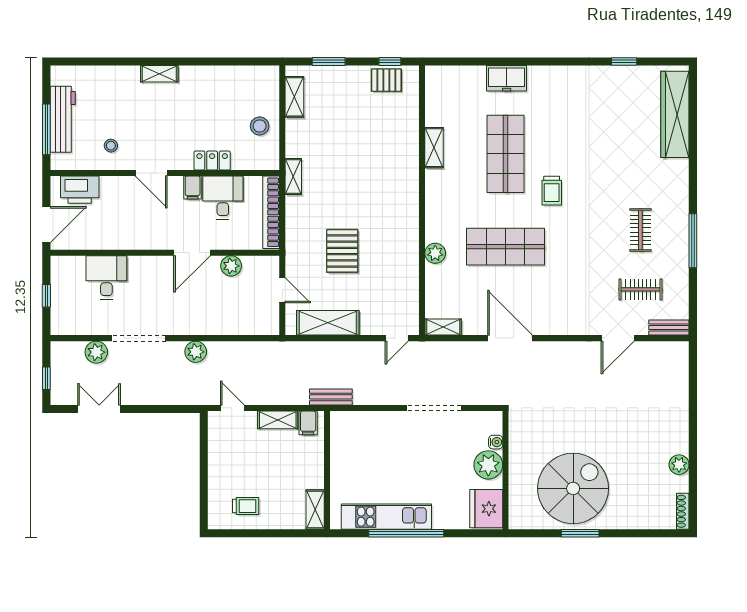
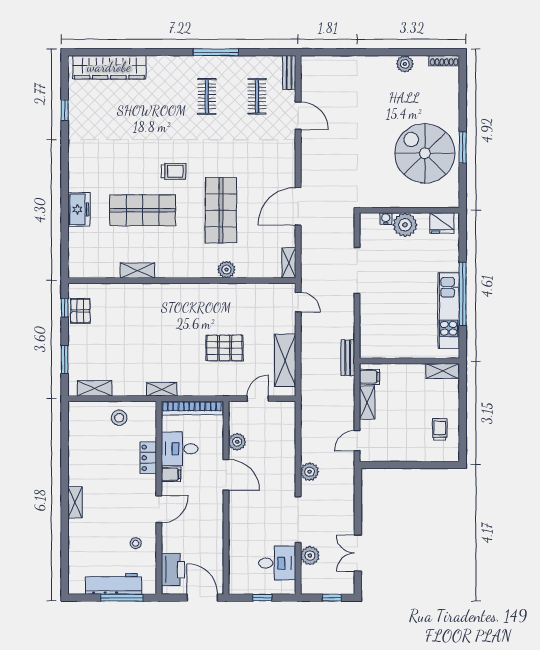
clothes rail: (640, 230) -> (207, 96), turned 90
desk: (106, 277) -> (277, 563), moved, turned 180
fridge: (486, 509) -> (442, 223), width x0.73, depth x0.75

